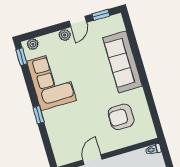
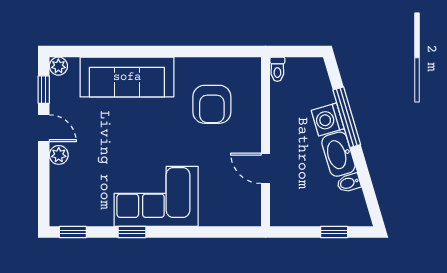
plant: (33, 44) -> (58, 66), moved
corner sofa: (51, 81) -> (156, 196), moved
window: (39, 115) -> (132, 232), moved

